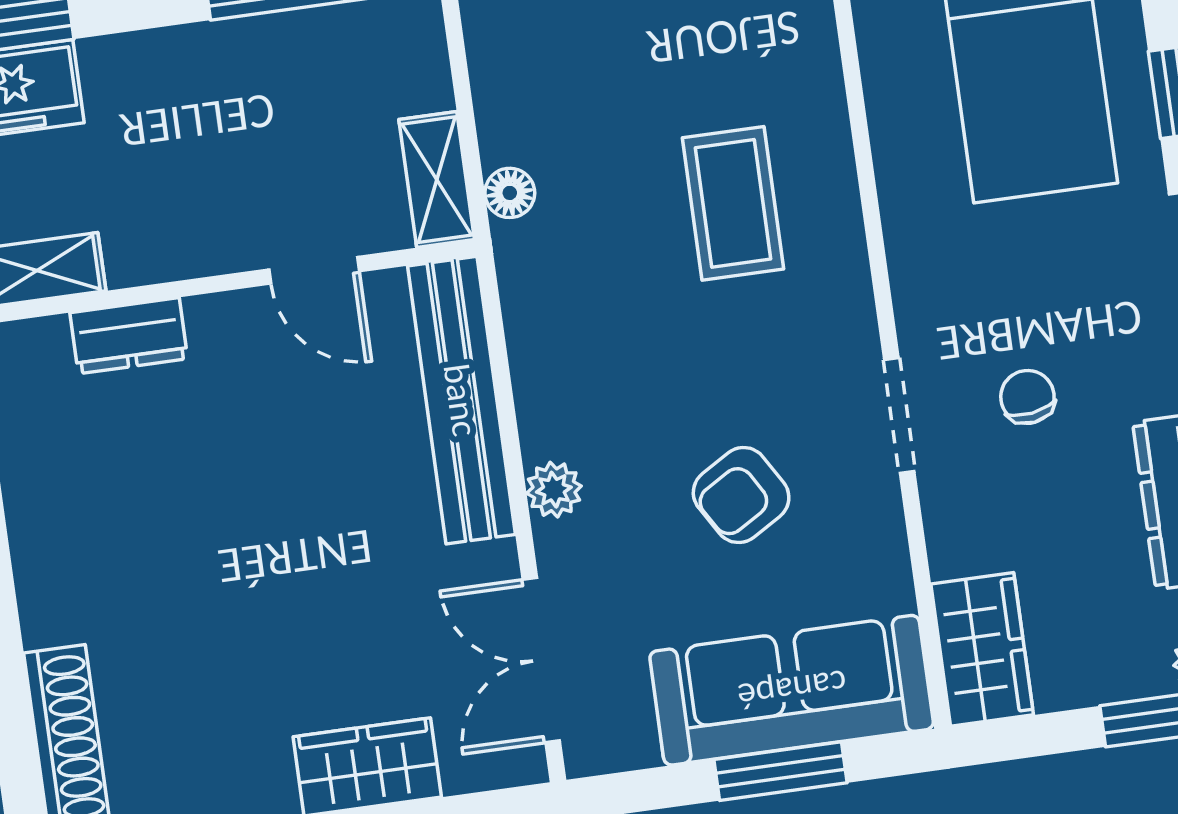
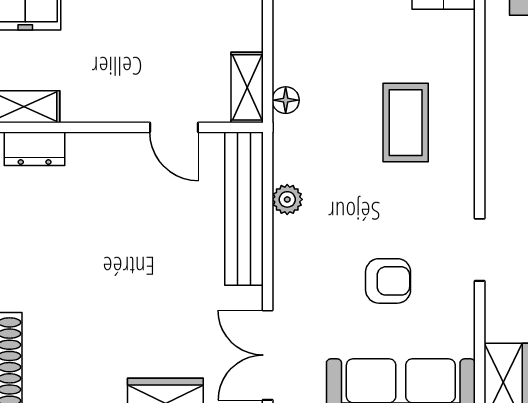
dresser: (129, 336) -> (35, 149), moved
plant: (554, 490) -> (287, 199), moved
armchair: (741, 495) -> (388, 281), turned -149

